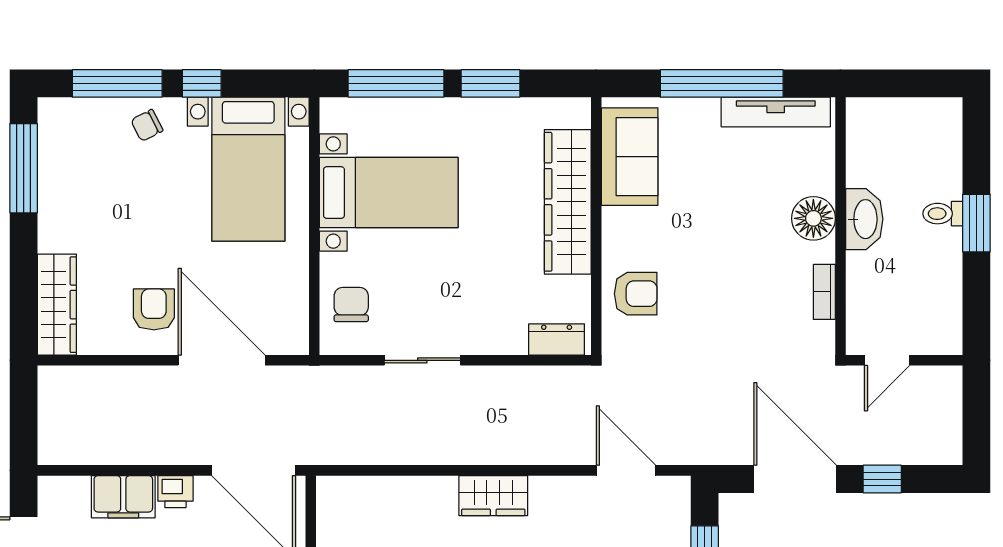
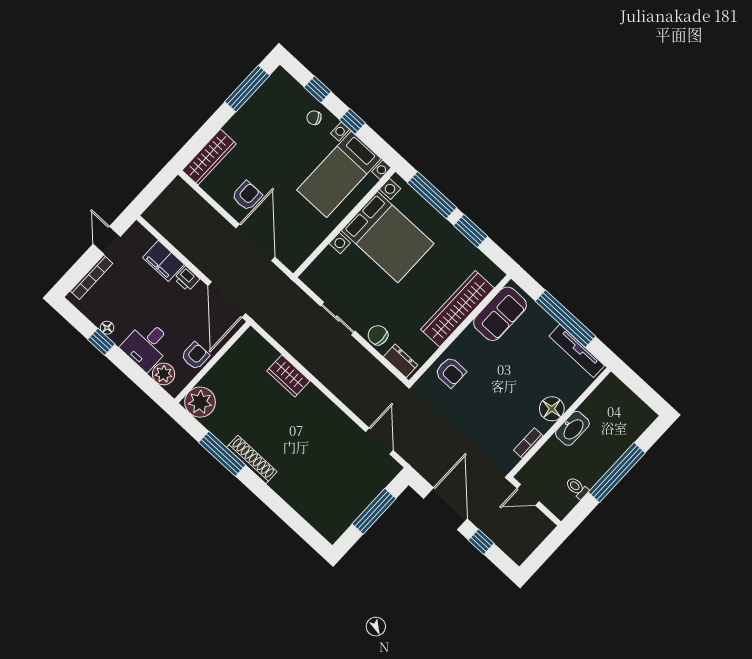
window: (117, 83) -> (318, 89), width x0.46
bed with nightstands: (389, 193) -> (388, 237), width x1.36
toilet: (943, 214) -> (577, 488), moved
window: (976, 223) -> (617, 473), width x2.11
chair: (351, 305) -> (378, 335), moved, turned -90
wardrobe: (493, 496) -> (288, 376), moved

